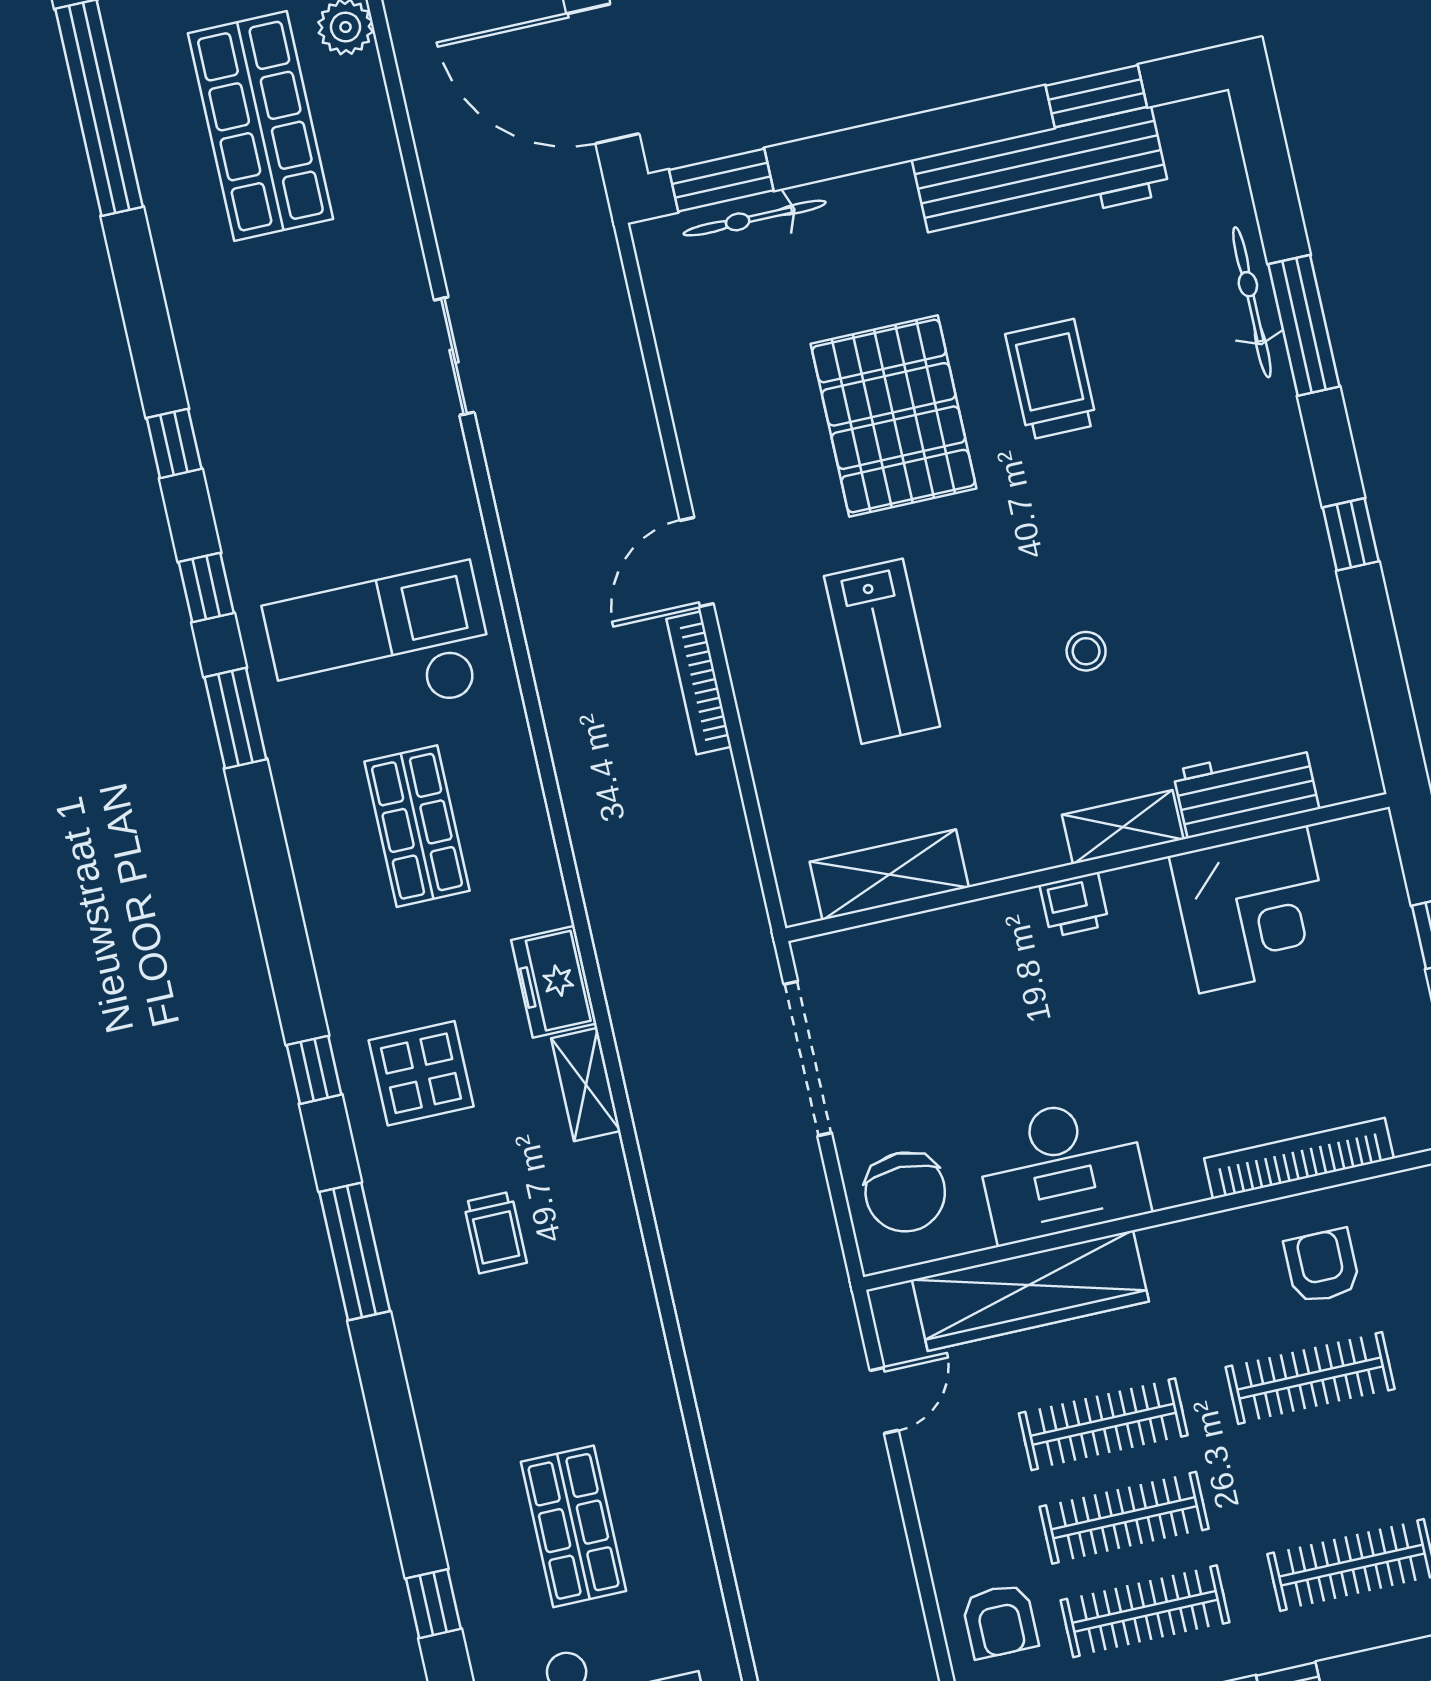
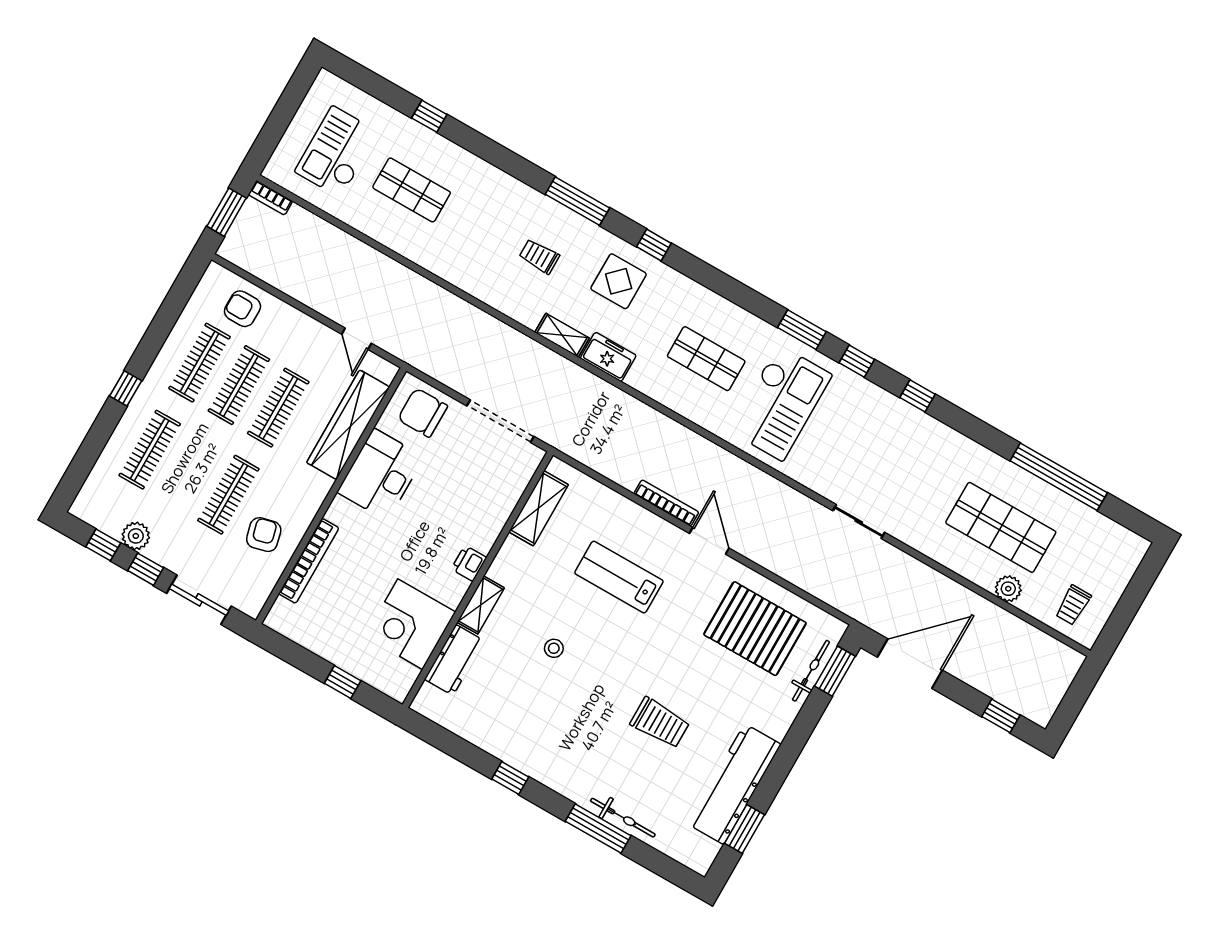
pallet: (894, 416) -> (755, 629), moved
armchair: (1322, 1266) -> (264, 535), turned -104

